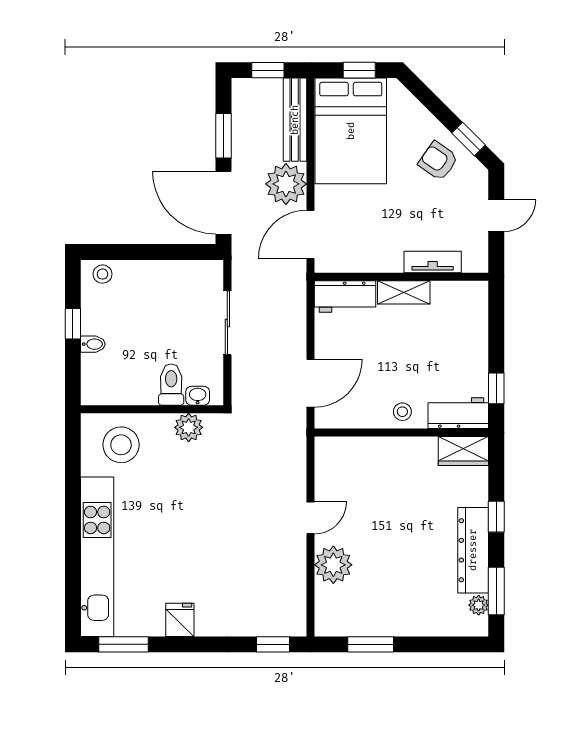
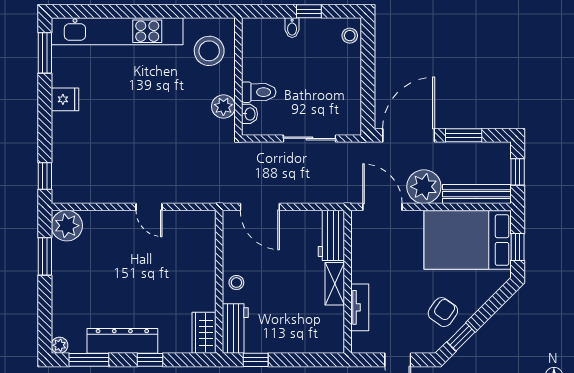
plant: (333, 565) -> (67, 226), moved
plant: (479, 605) -> (59, 345), moved

